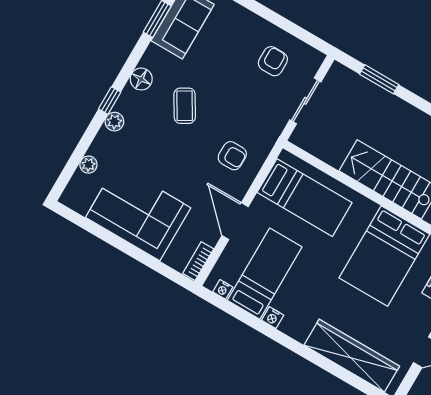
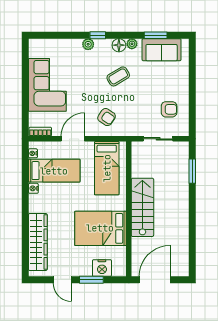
armchair: (232, 156) -> (107, 117), turned -56
plant: (88, 165) -> (132, 44), moved

